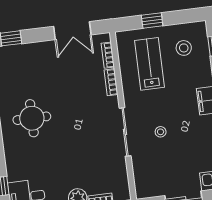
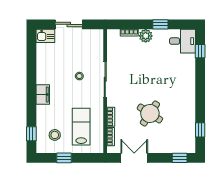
window: (152, 21) -> (64, 158), moved
lab bench: (149, 64) -> (81, 127), turned 180
round table: (32, 118) -> (150, 113), moved, turned 33

